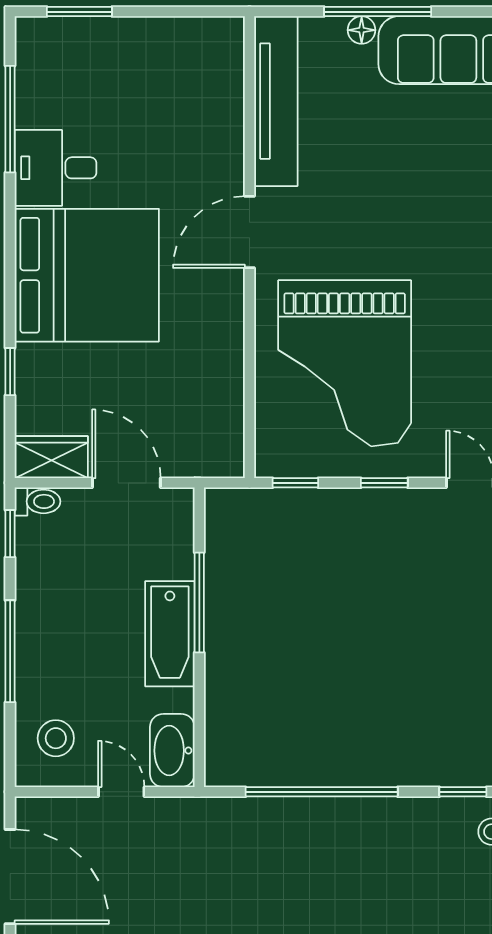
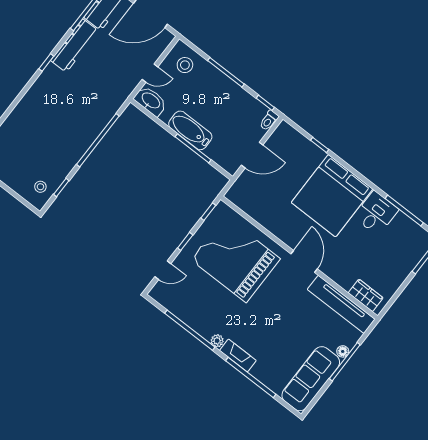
wardrobe: (51, 457) -> (366, 295), moved, turned -90

